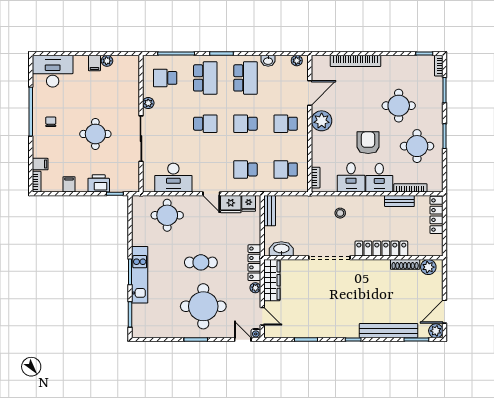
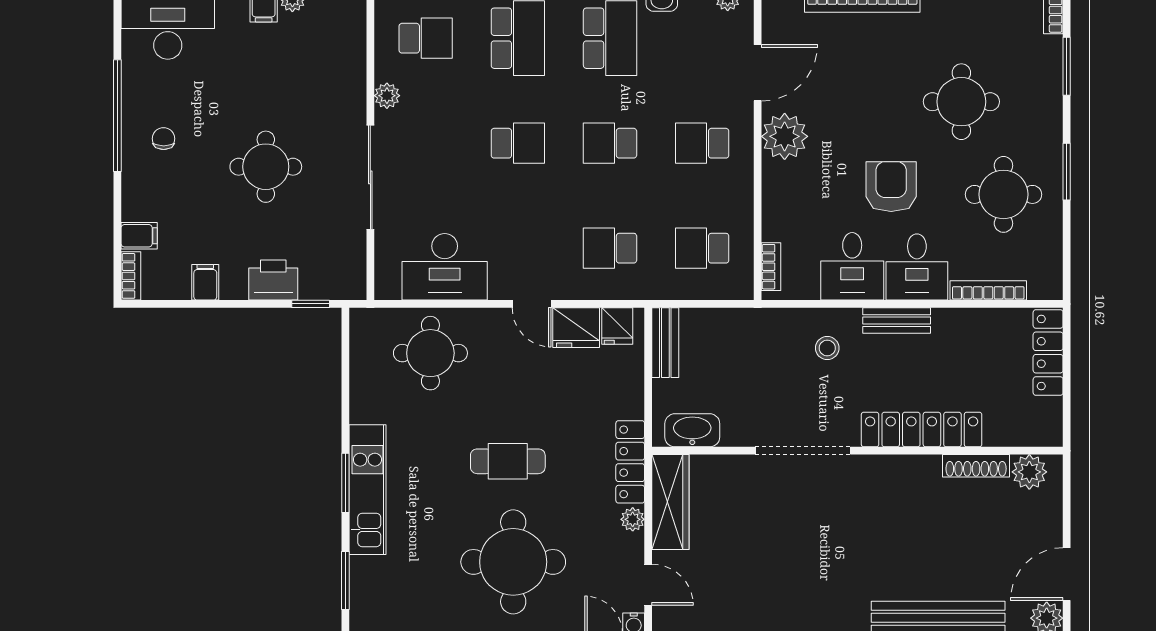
school desk: (165, 78) -> (426, 38), turned 180
bench: (399, 201) -> (897, 321), moved

